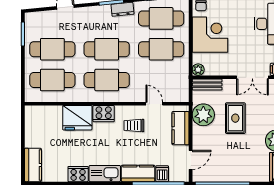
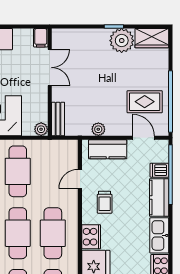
plant: (203, 115) -> (98, 129), width x0.53, depth x0.53
rug: (235, 118) -> (145, 102), moved

